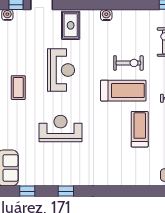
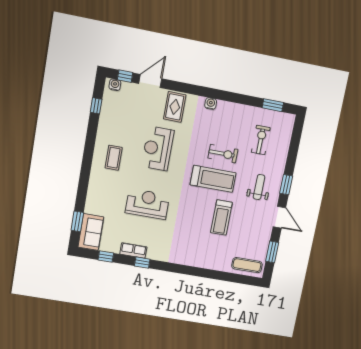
reception desk: (61, 70) -> (158, 148), turned 180
treadmill: (140, 129) -> (221, 218), turned 180
row of seats: (54, 180) -> (133, 250), added

